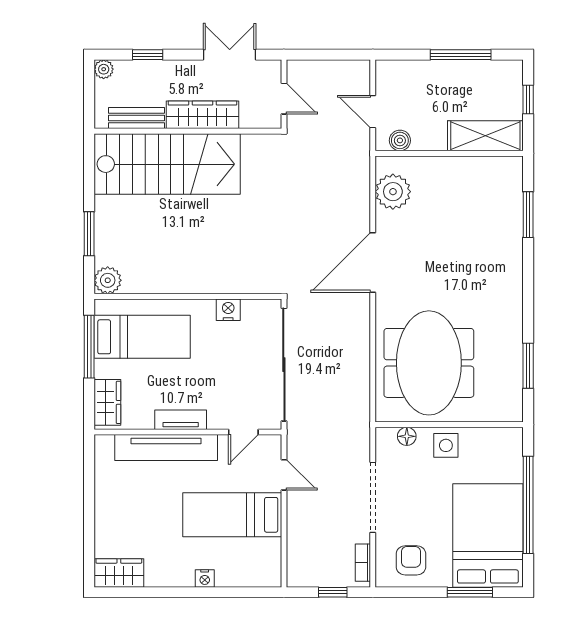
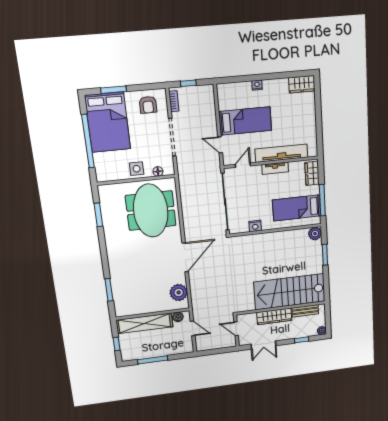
shelving: (485, 136) -> (145, 323), width x1.47

